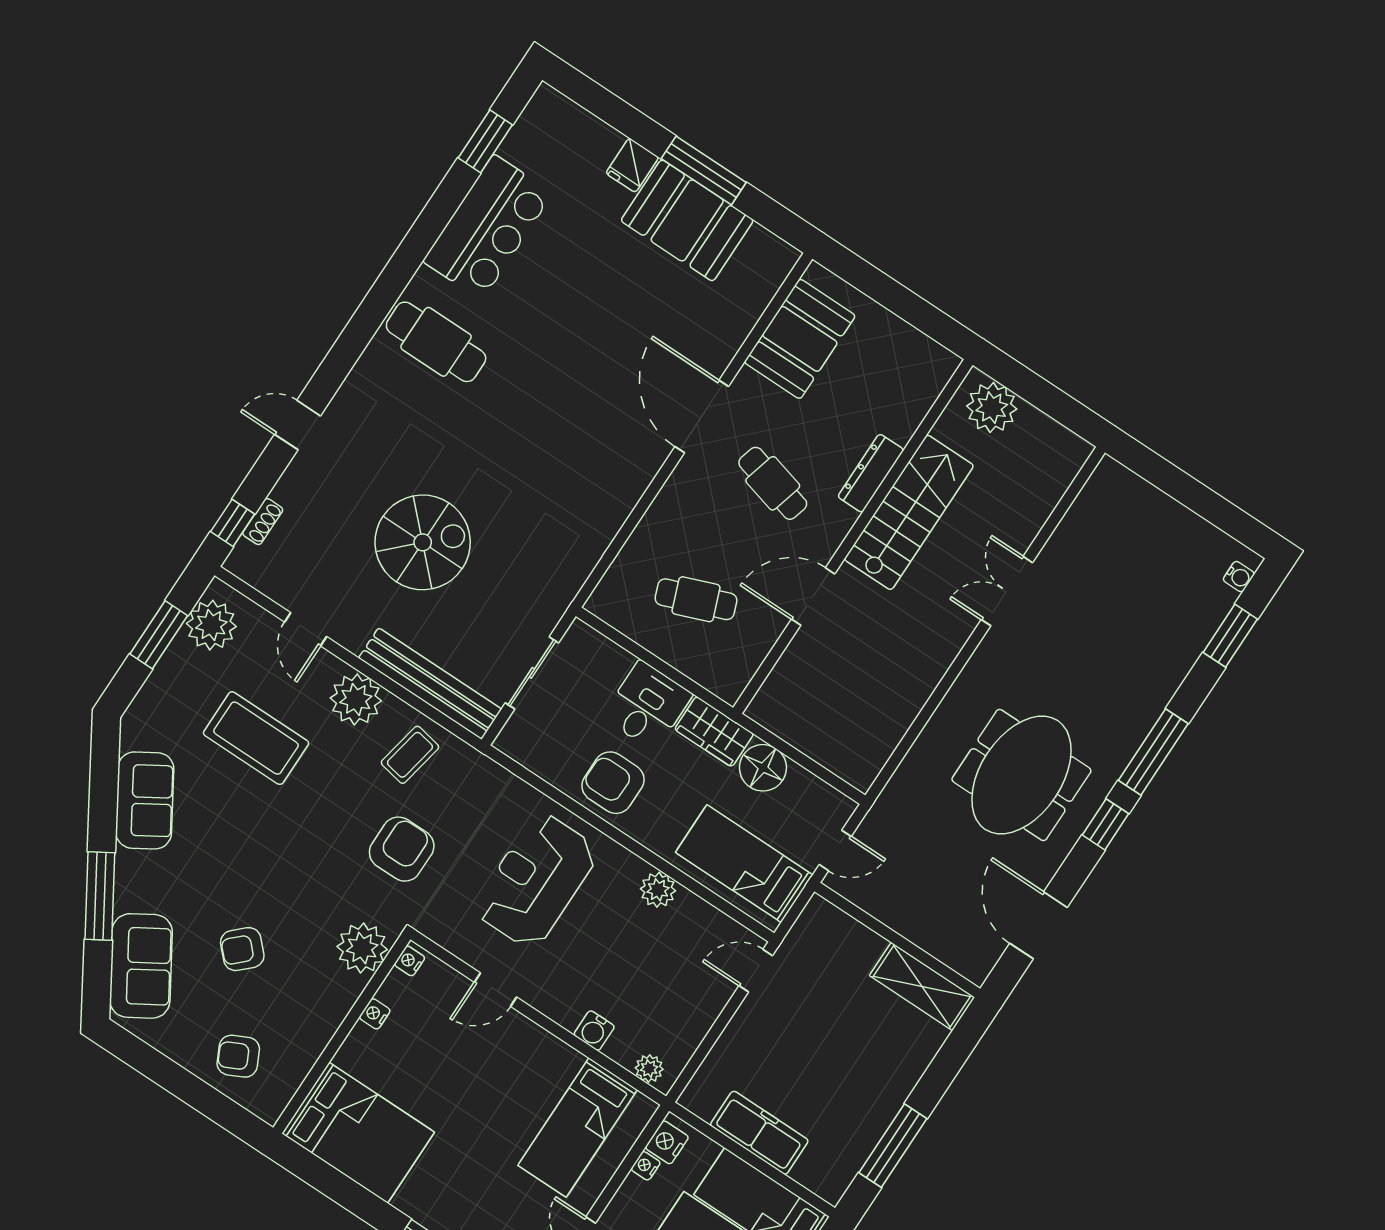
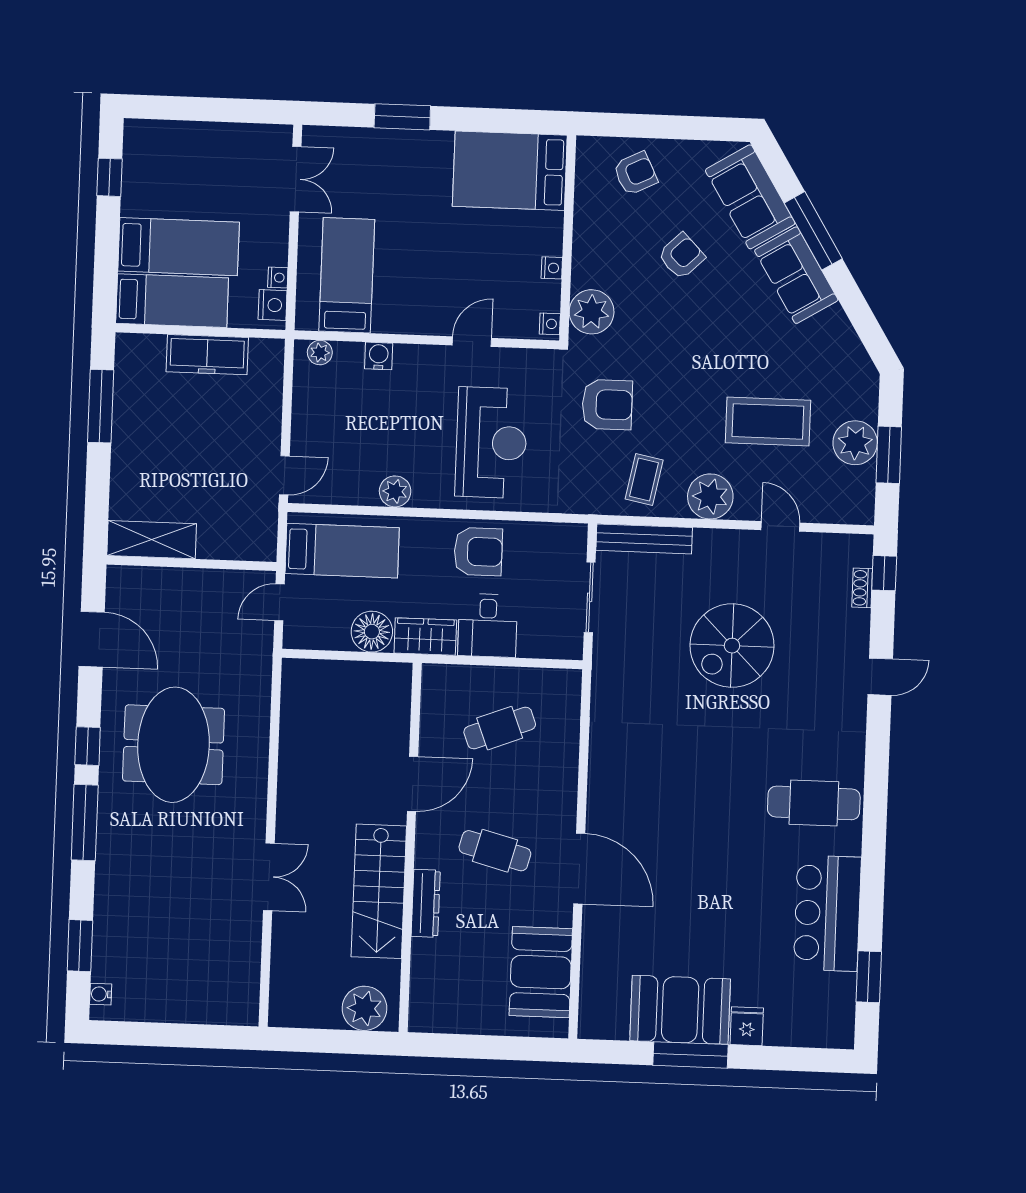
plant: (211, 625) -> (855, 443), moved
bench: (430, 684) -> (644, 539), width x0.73, depth x0.82
sofa: (145, 800) -> (796, 275), moved
armchair: (402, 849) -> (607, 405), turned -90

